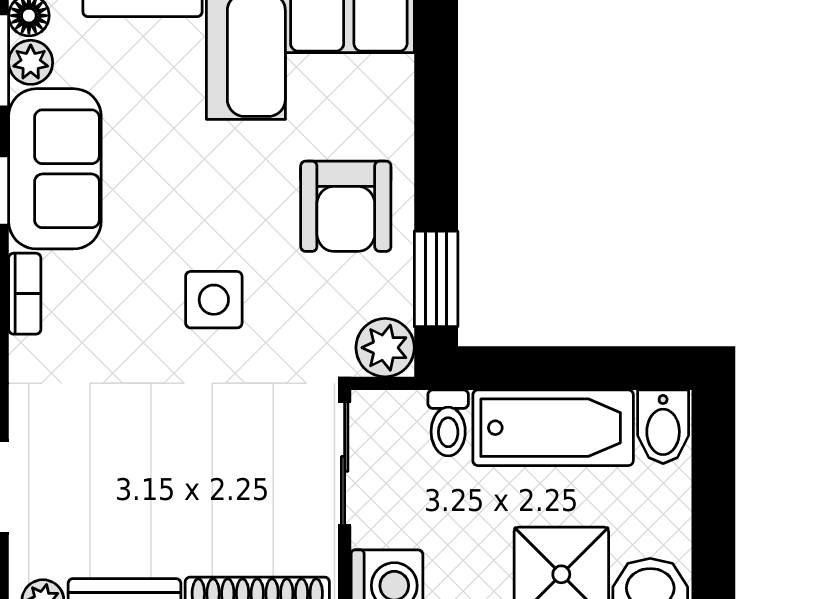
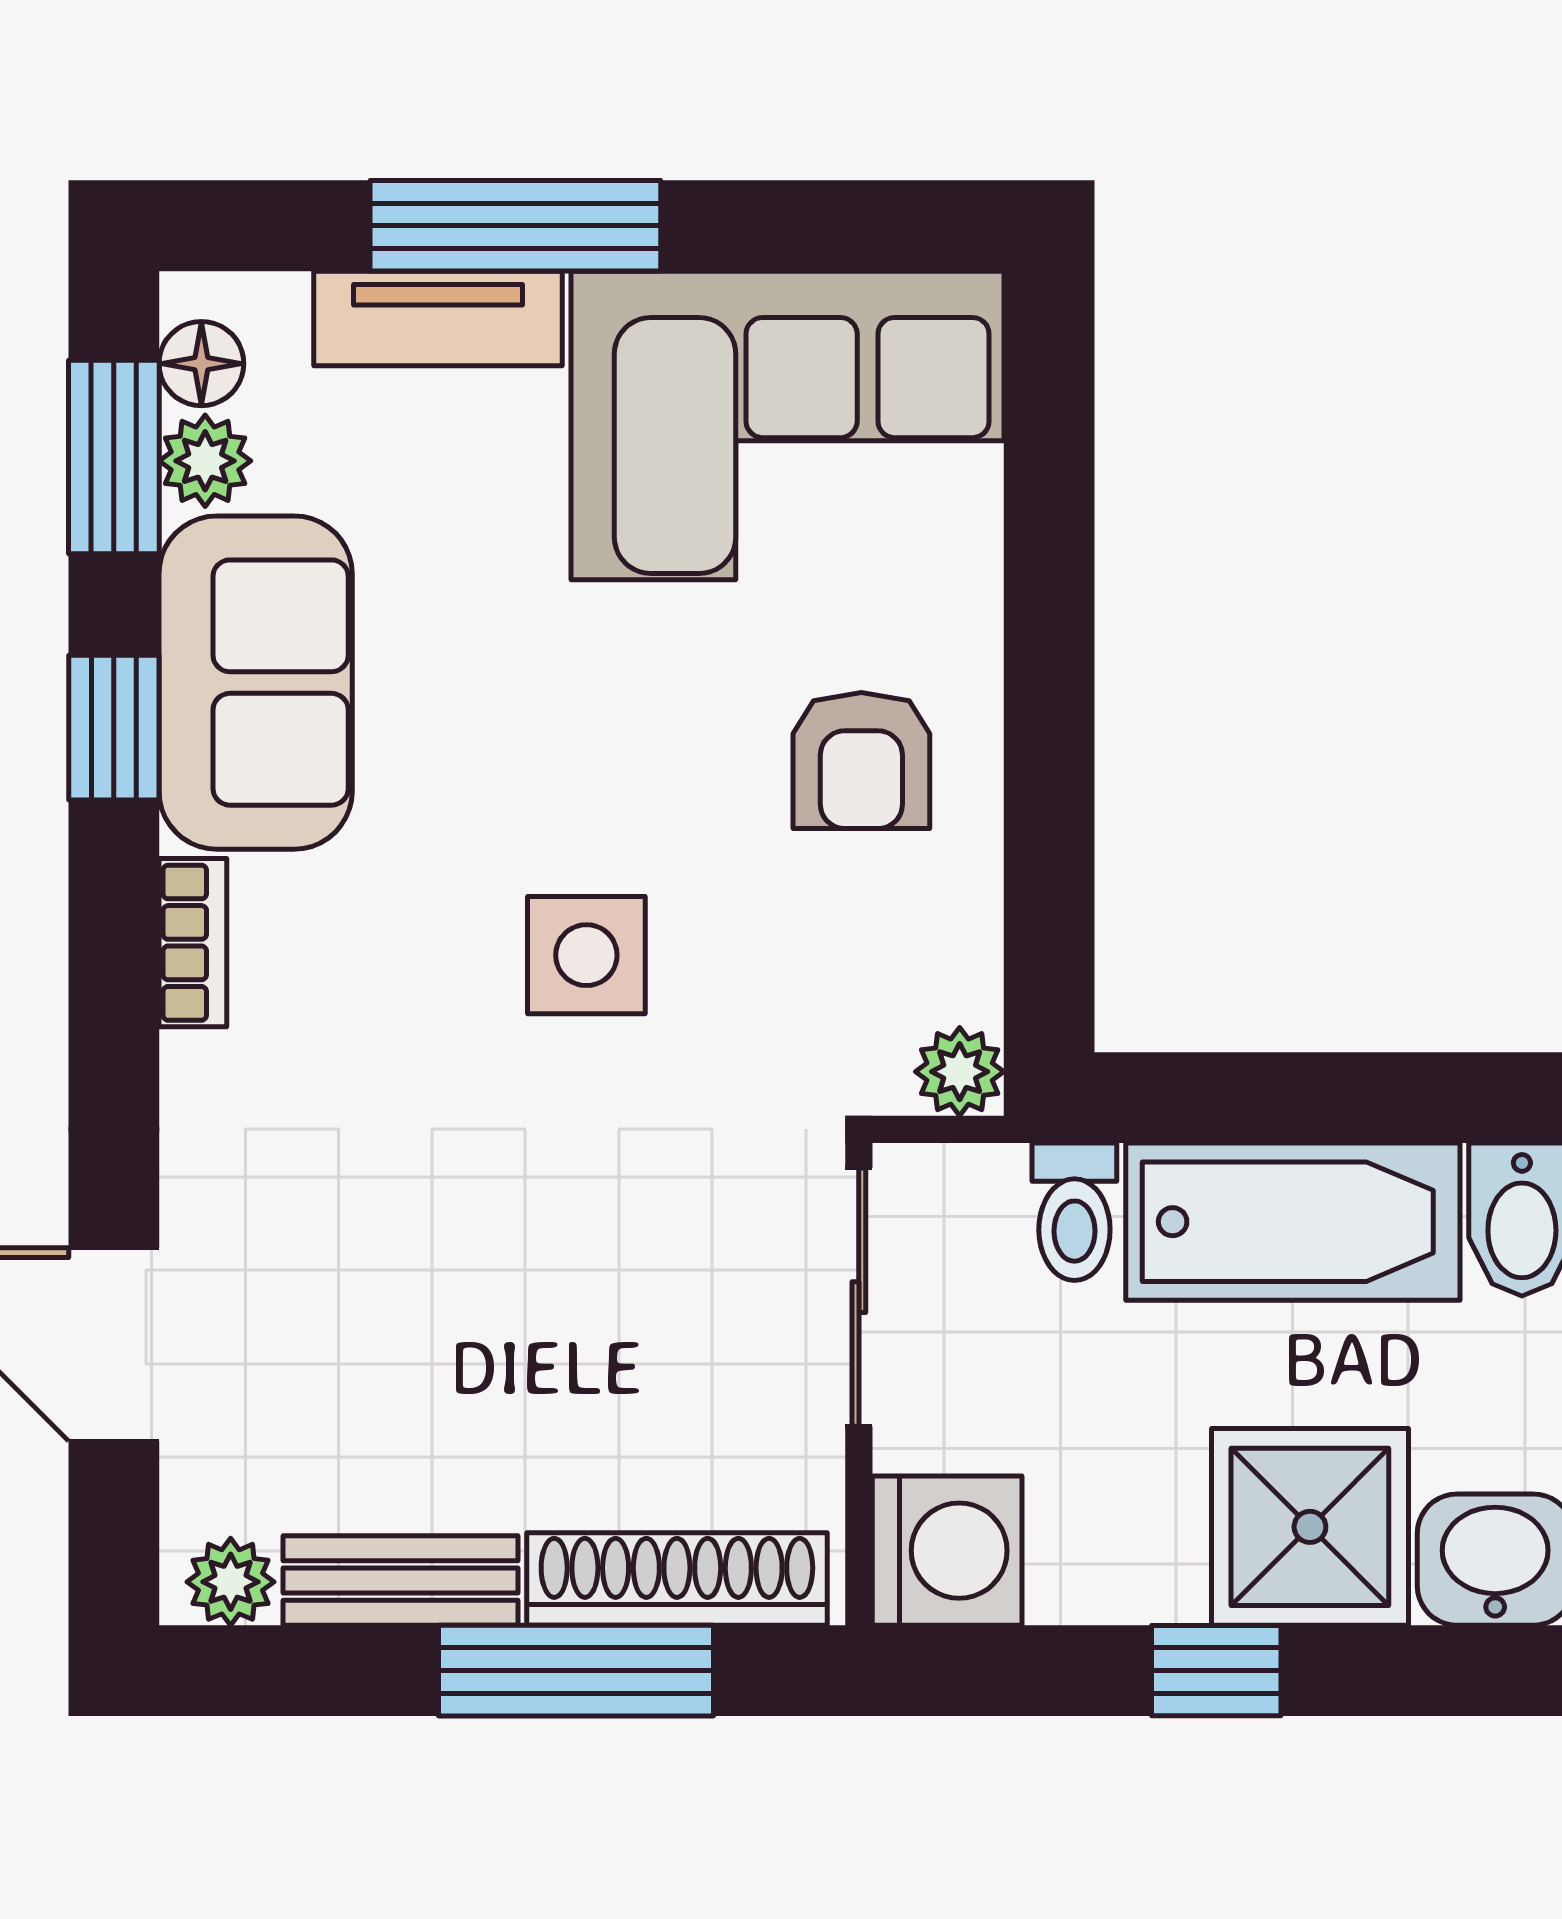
armchair: (346, 206) -> (861, 761), width x0.72, depth x0.72
window: (436, 279) -> (1049, 912), removed
plant: (385, 348) -> (960, 1072), width x0.73, depth x0.73

